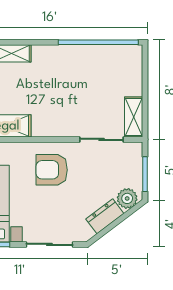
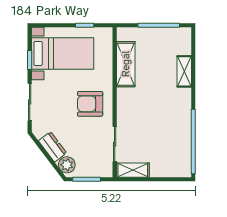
armchair: (52, 170) -> (90, 104), turned -90

